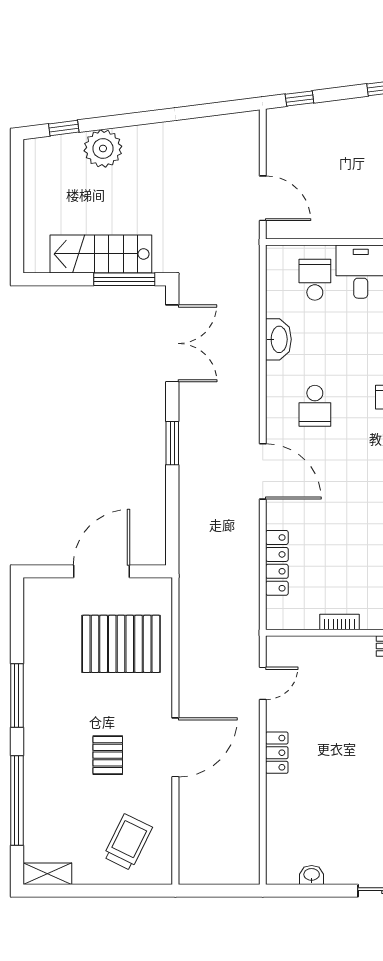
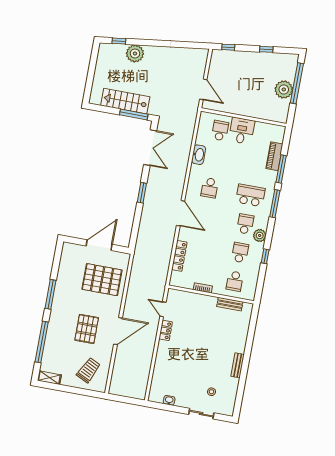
door: (263, 683) -> (163, 309), swing flipped
locker: (277, 753) -> (166, 330), moved
pallet: (108, 755) -> (87, 329), width x1.50, depth x1.42

